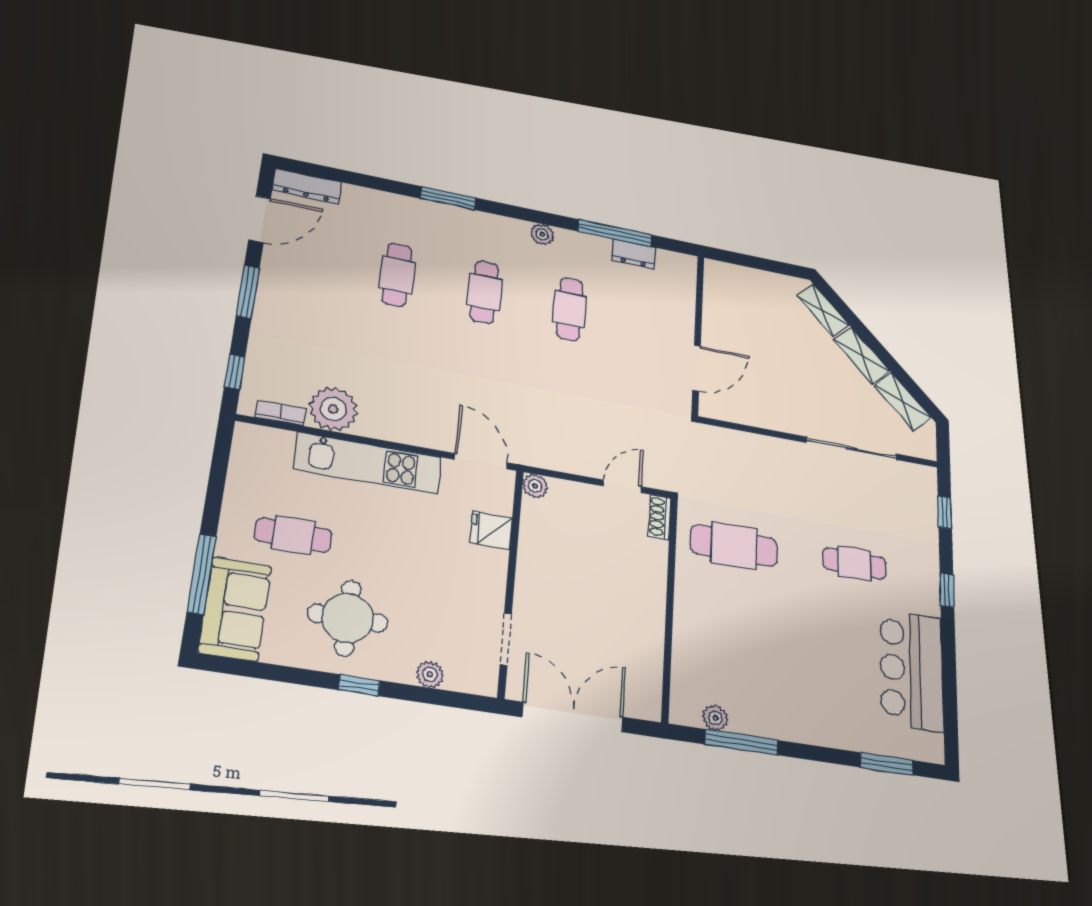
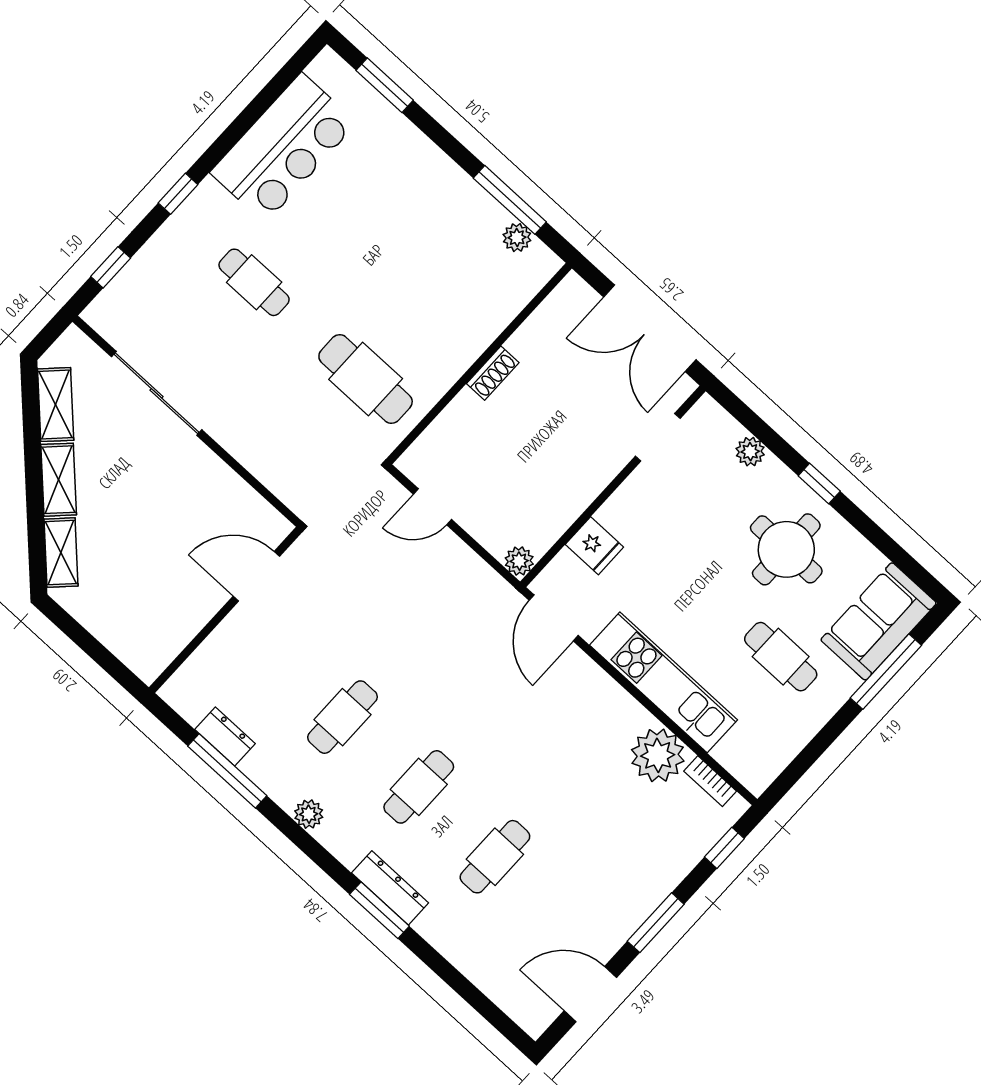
dresser: (307, 186) -> (390, 888), moved
shoe rack: (659, 517) -> (493, 373), moved

